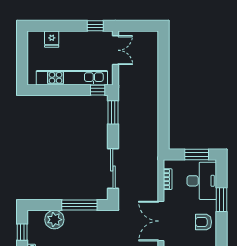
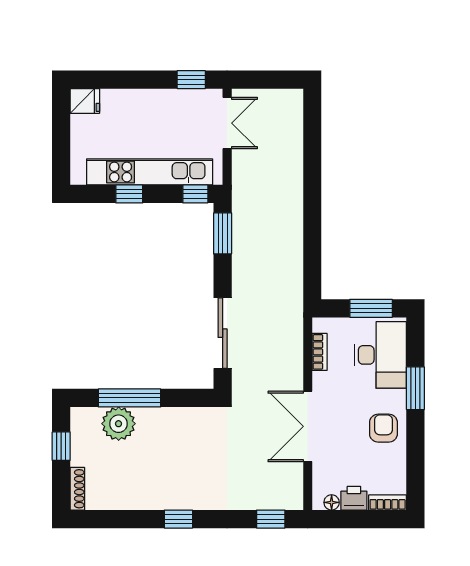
fridge: (52, 39) -> (85, 101), moved, turned -90
window: (60, 90) -> (129, 194), added
window: (79, 205) -> (129, 398), moved
armchair: (204, 222) -> (383, 428), turned 90

